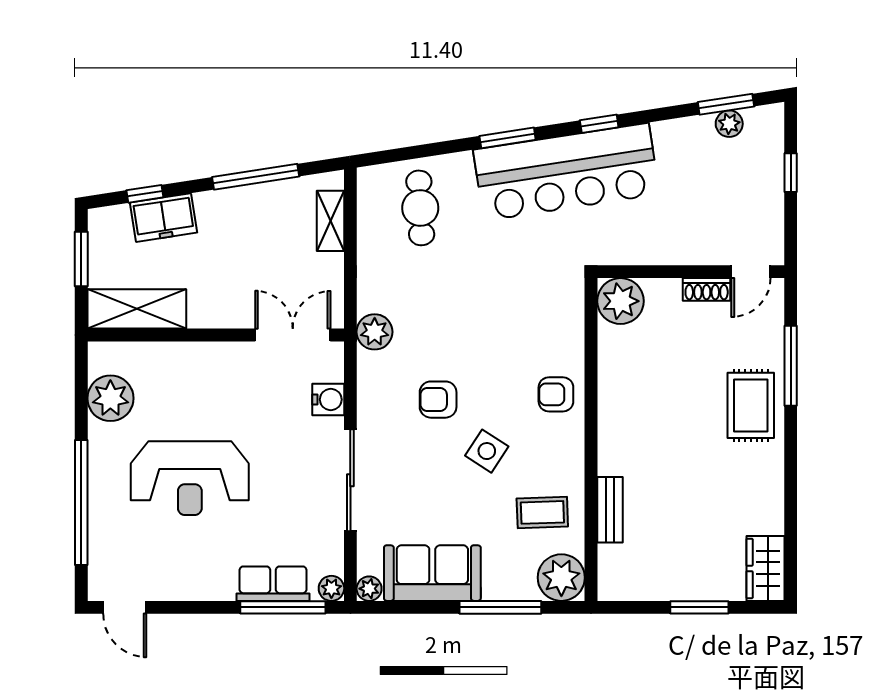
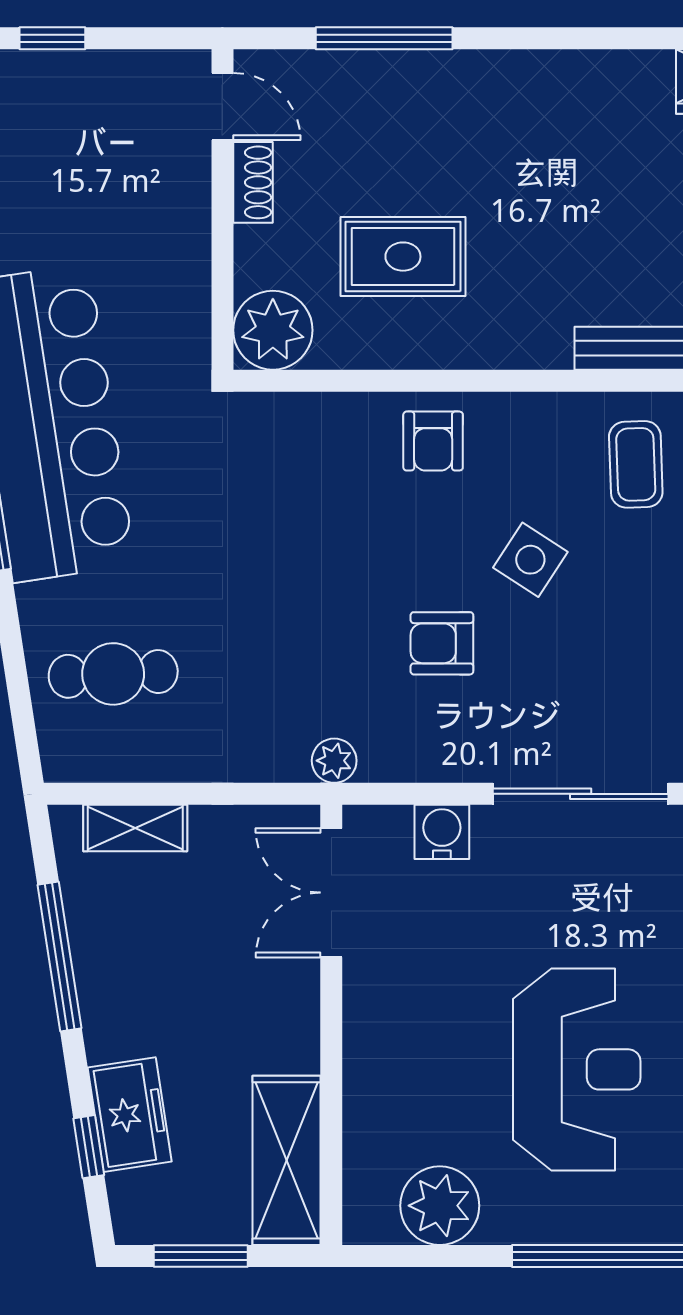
plant: (375, 332) -> (334, 761), width x0.73, depth x0.73
armchair: (438, 400) -> (442, 643), turned 90
rug: (751, 405) -> (403, 257), moved

